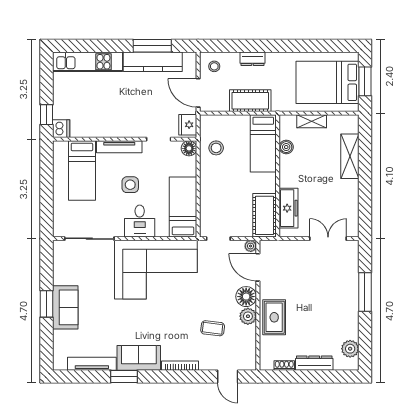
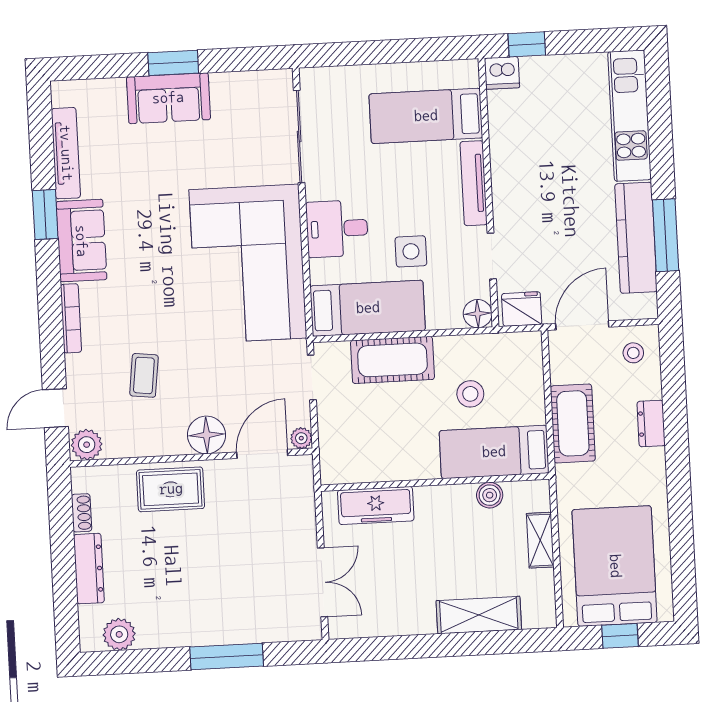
window: (365, 81) -> (620, 636), width x0.67
stool: (216, 148) -> (470, 394), moved
side table: (130, 185) -> (411, 251), moved
cot: (265, 215) -> (392, 360), moved
plant: (248, 316) -> (87, 445), moved

